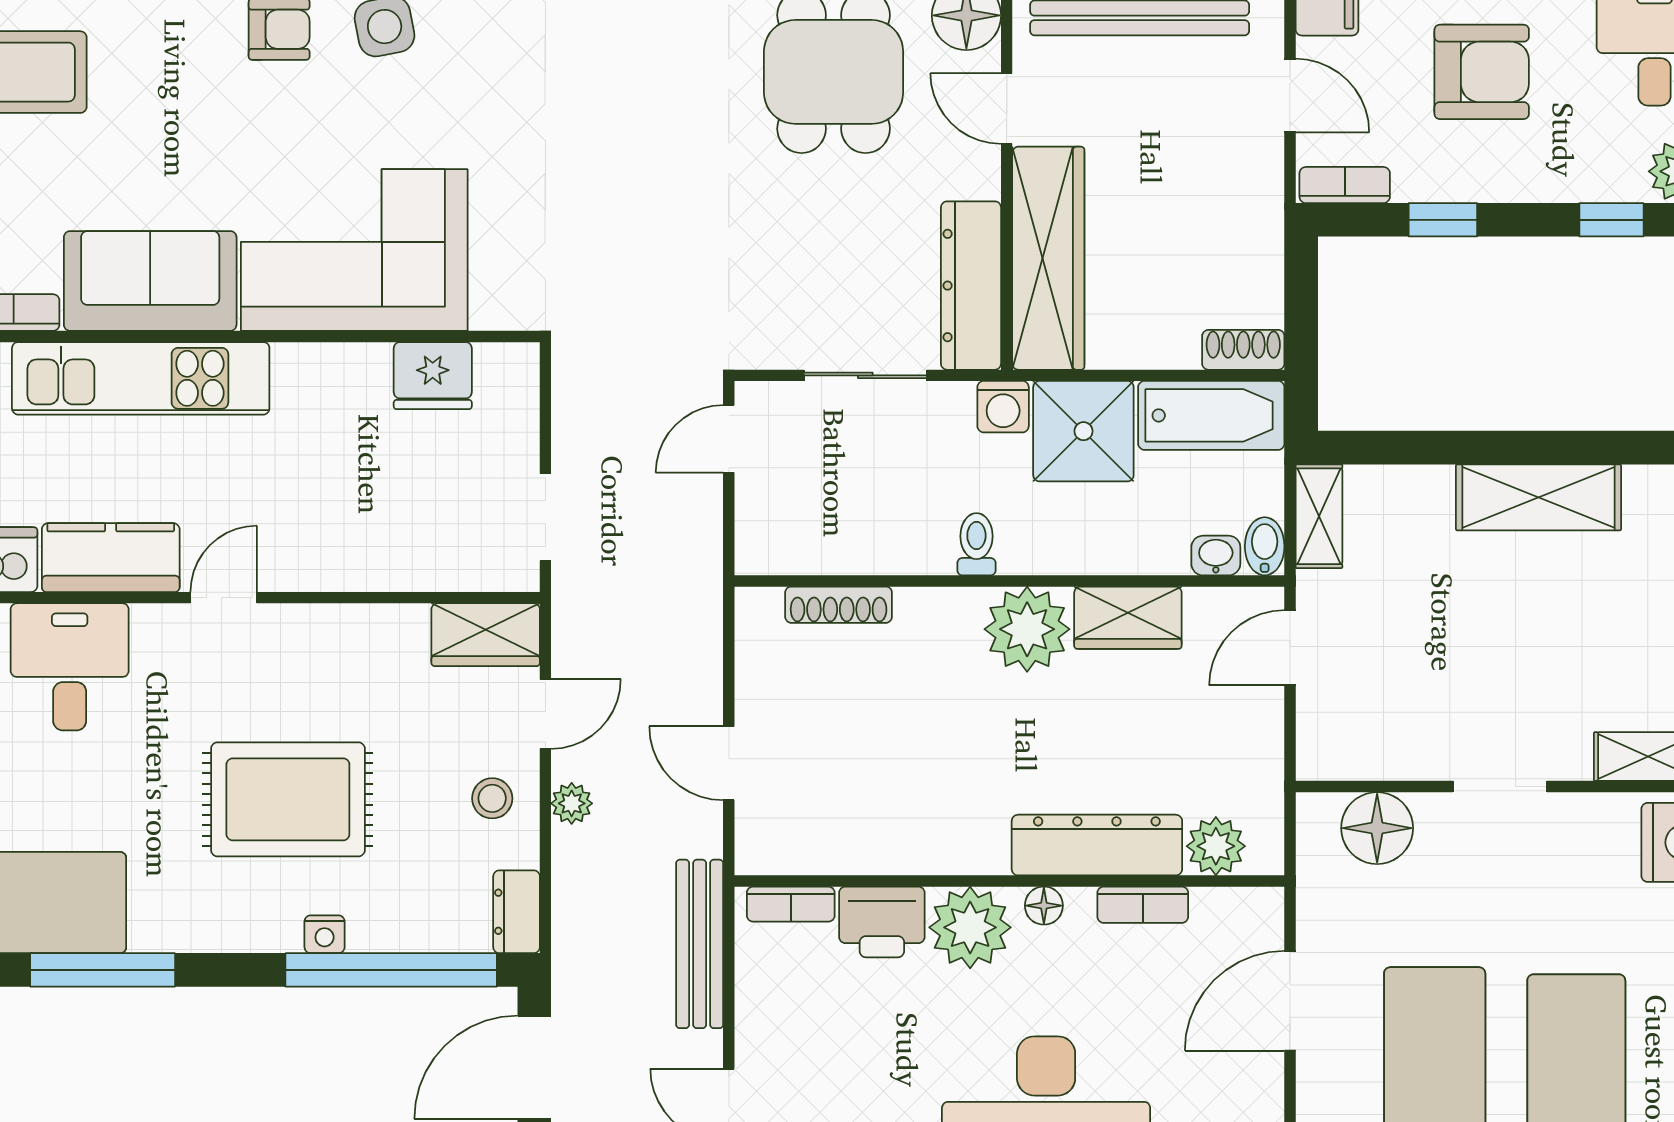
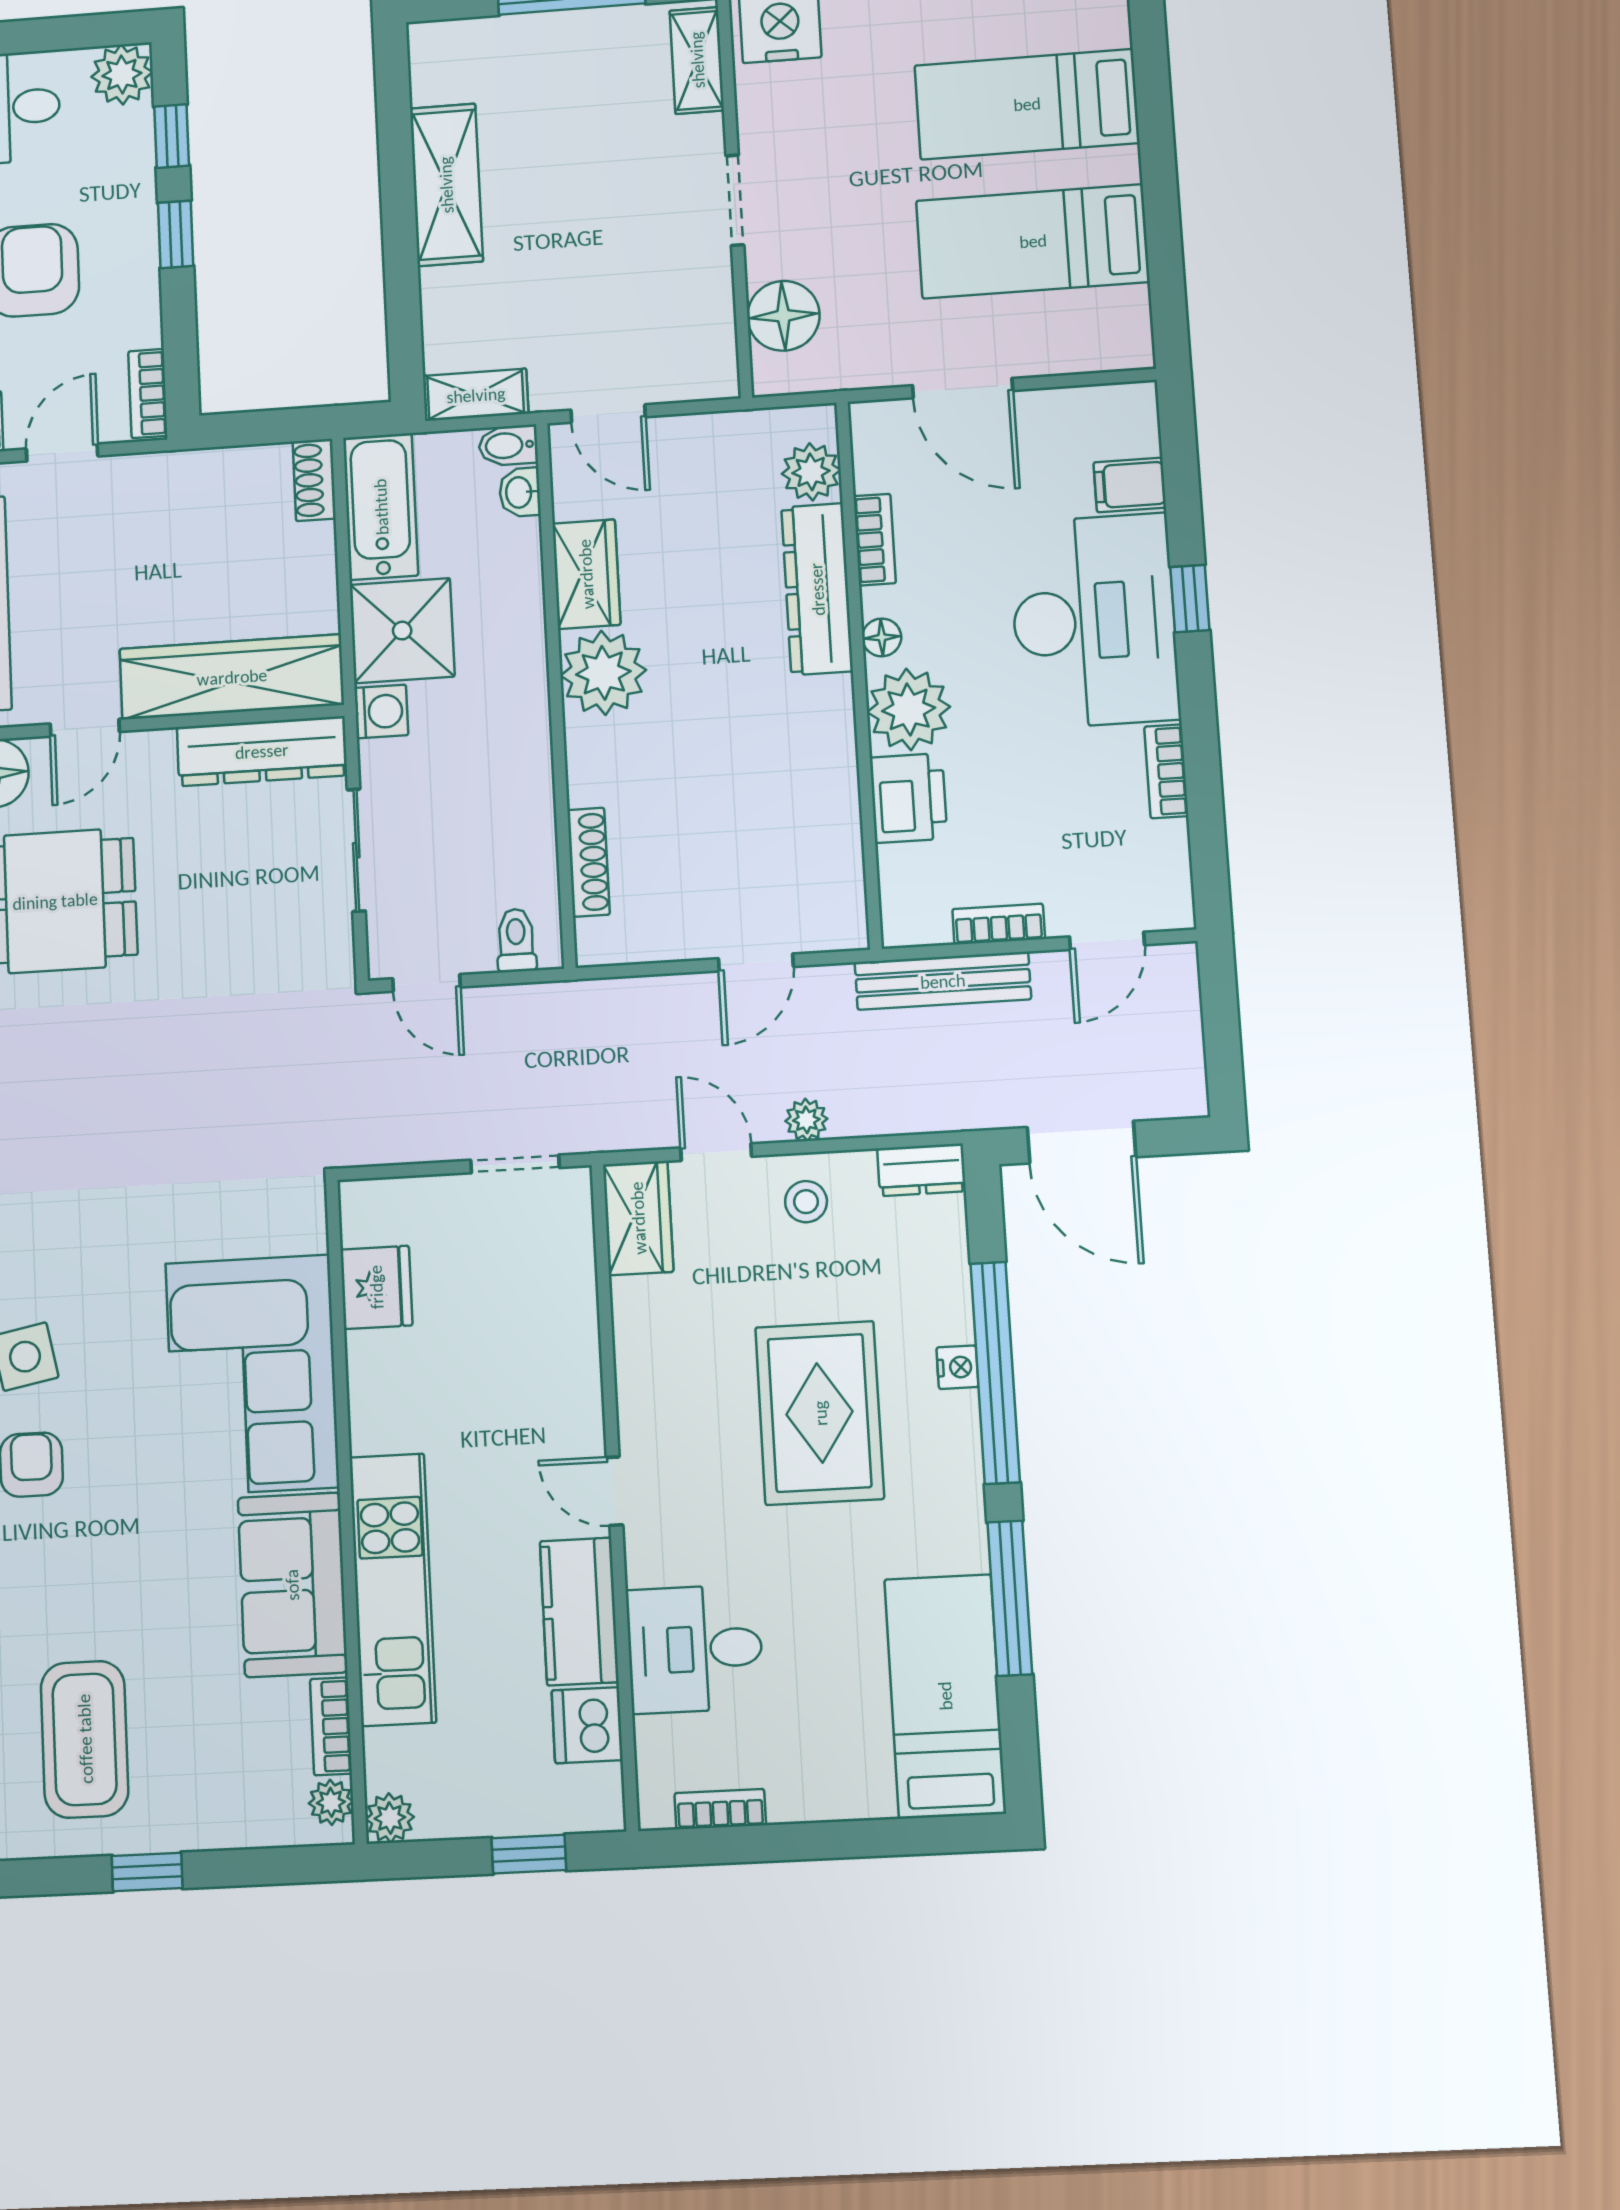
window: (1443, 220) -> (176, 234), moved
toilet: (976, 544) -> (516, 940), moved, turned 90
bookcase: (791, 904) -> (999, 924), moved, turned -90
window: (391, 970) -> (995, 1373), moved

